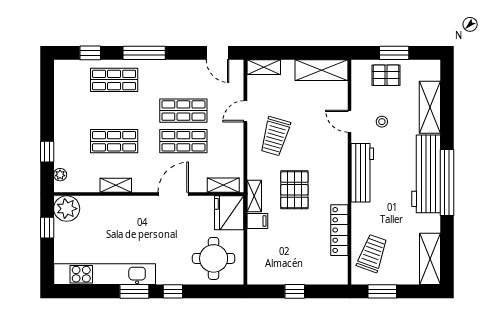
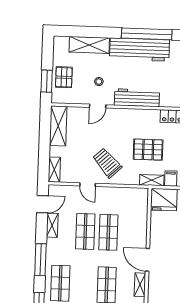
window: (394, 53) -> (47, 81), moved
trolley: (275, 136) -> (107, 163), turned -149
shelving: (223, 185) -> (52, 225), moved
door: (173, 194) -> (147, 260), moved

